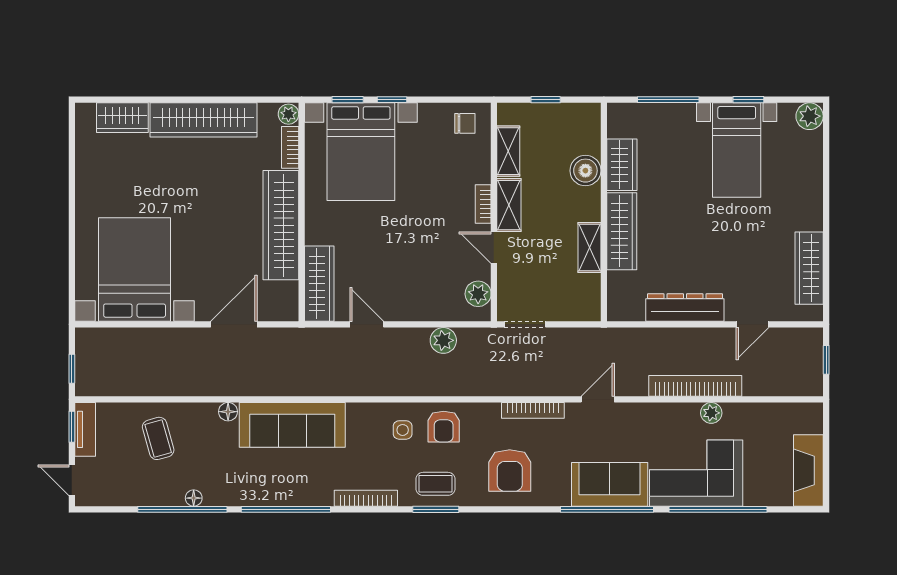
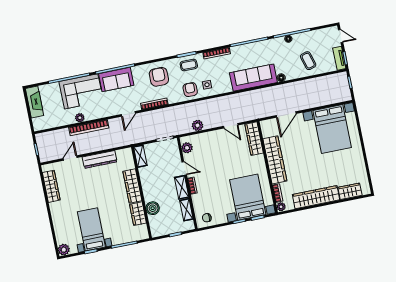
shelving: (589, 248) -> (140, 156), moved

